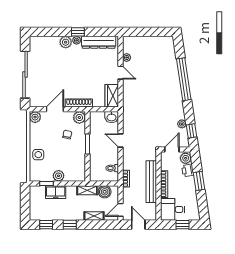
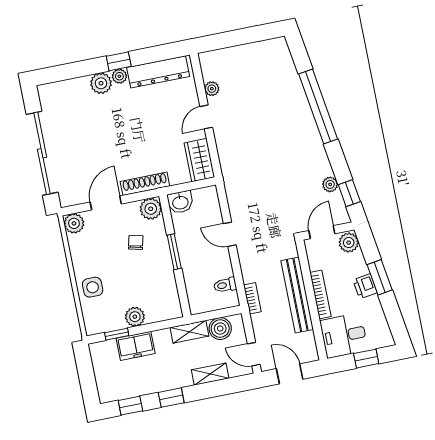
door: (120, 73) -> (206, 117), swing flipped
washbasin: (112, 117) -> (180, 202), moved
printer: (188, 170) -> (365, 286), moved
door: (120, 210) -> (254, 354), hinge flipped

